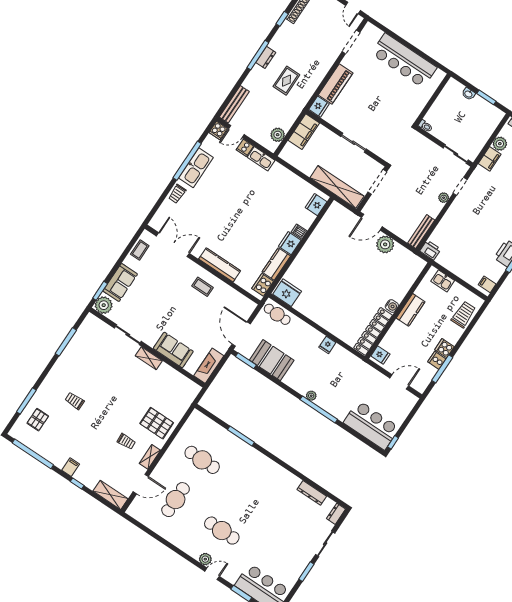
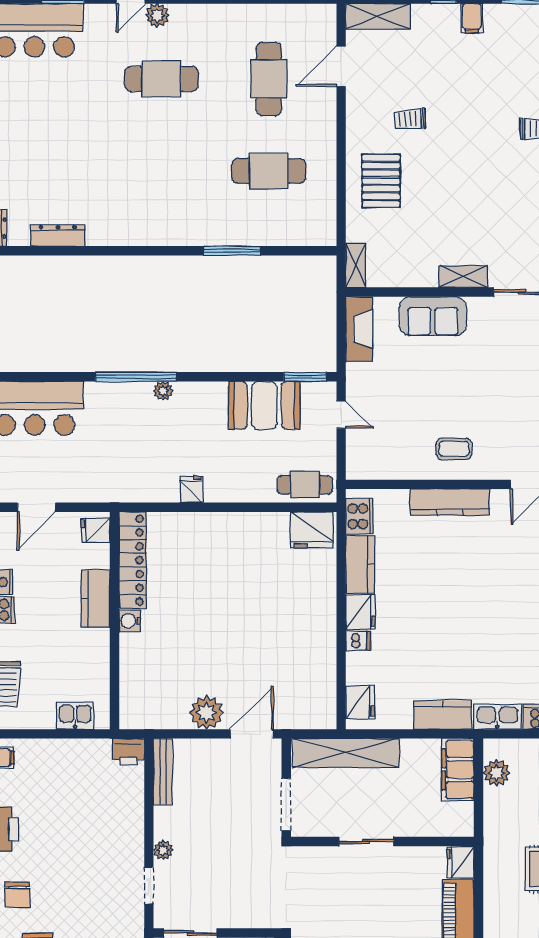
filing cabinet: (304, 132) -> (458, 769), moved
kitchen counter: (284, 175) -> (443, 715), added
kitchen counter: (411, 310) -> (96, 599), moved
door: (241, 334) -> (341, 415), width x0.53
pallet: (157, 423) -> (381, 181), turned 90
shelving: (150, 457) -> (356, 265), moved

